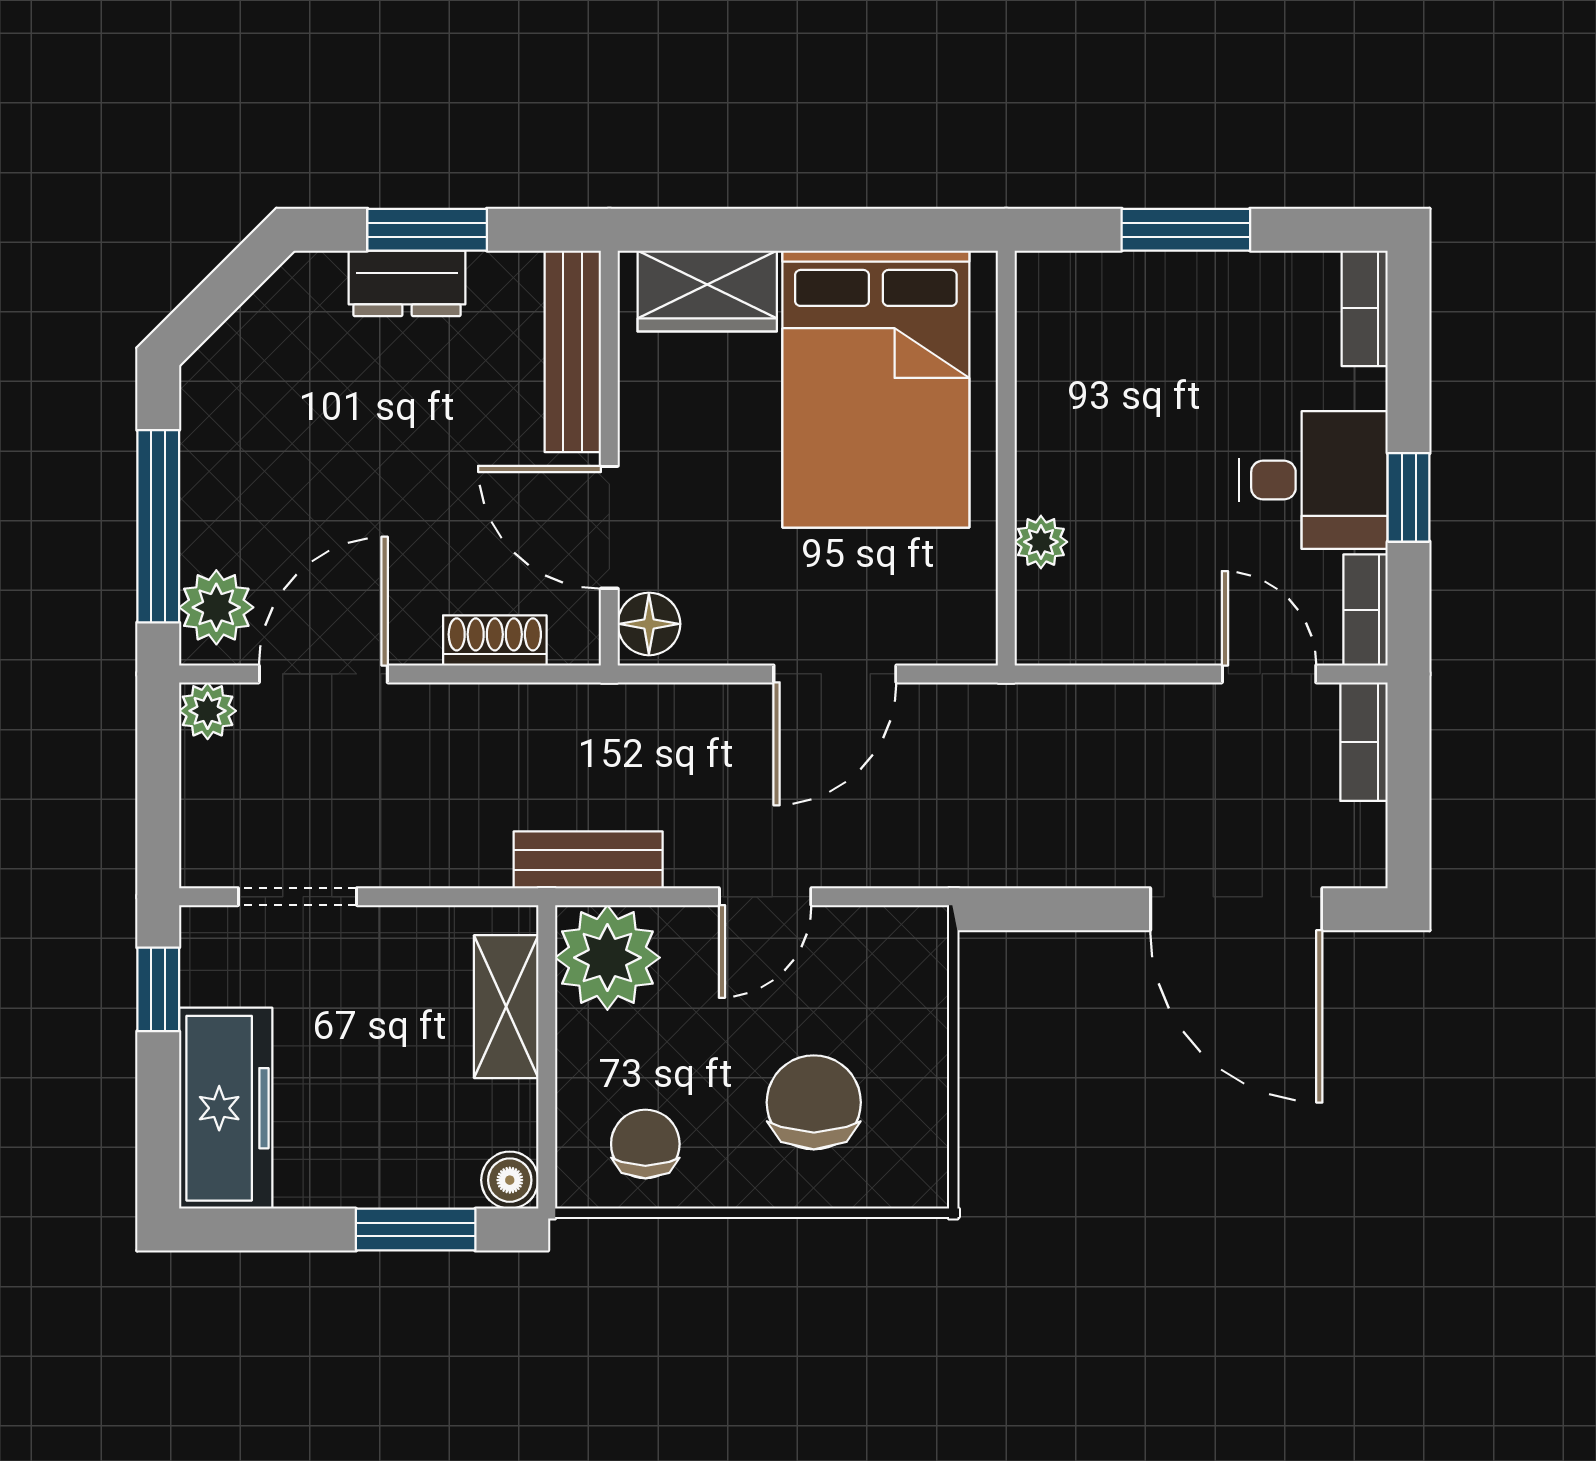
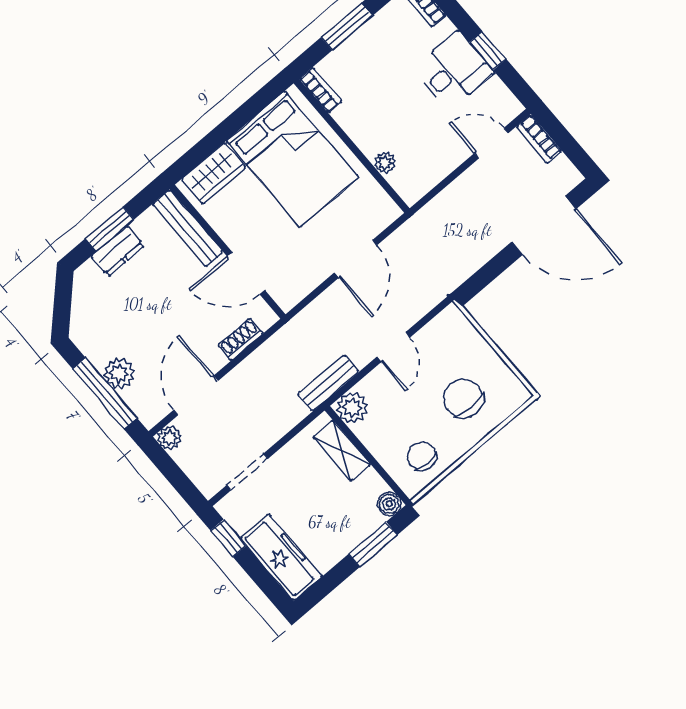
plant: (216, 607) -> (119, 373), moved
bookcase: (1365, 610) -> (321, 90), moved, turned 180
floor lamp: (649, 624) -> (284, 293), removed
plant: (607, 958) -> (352, 408), width x0.73, depth x0.73

